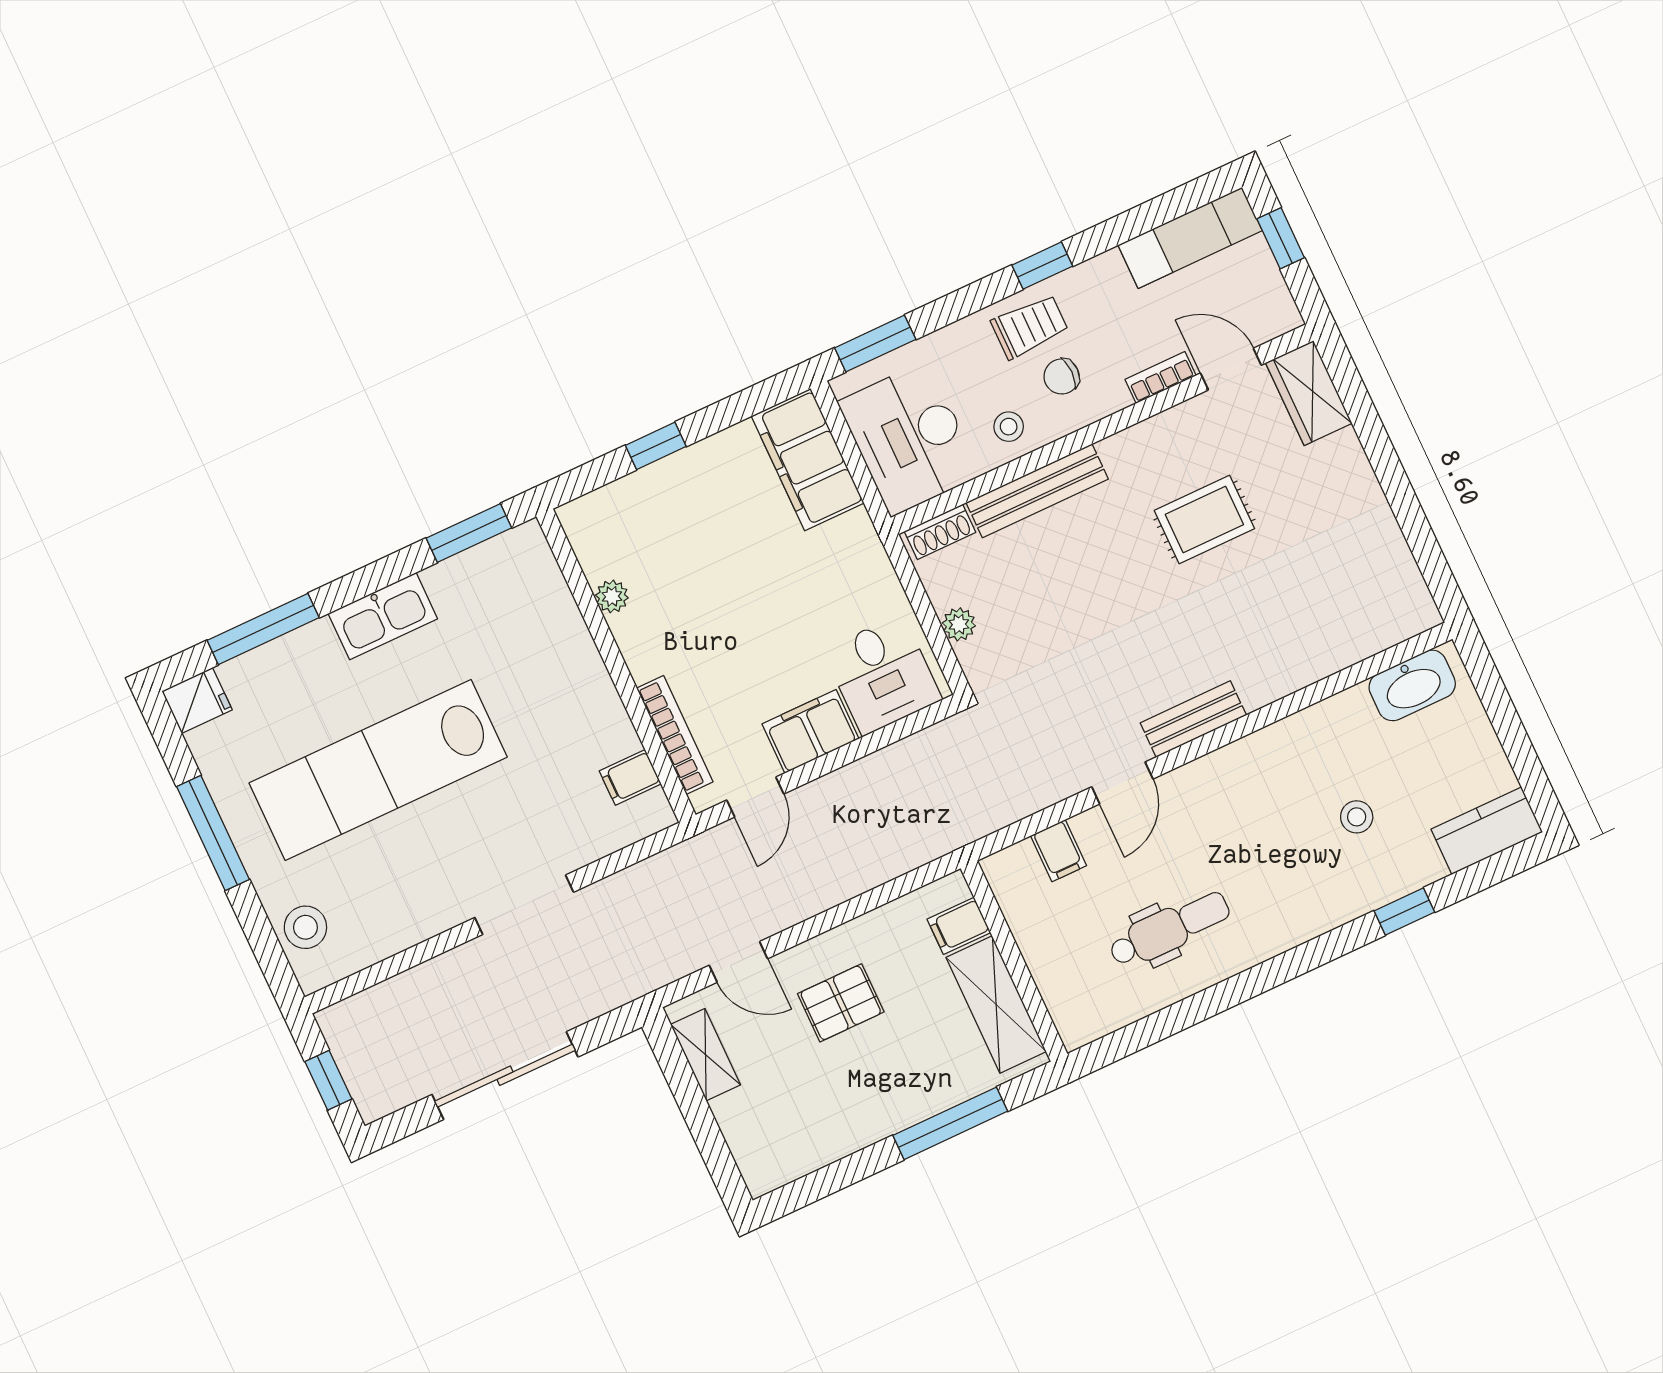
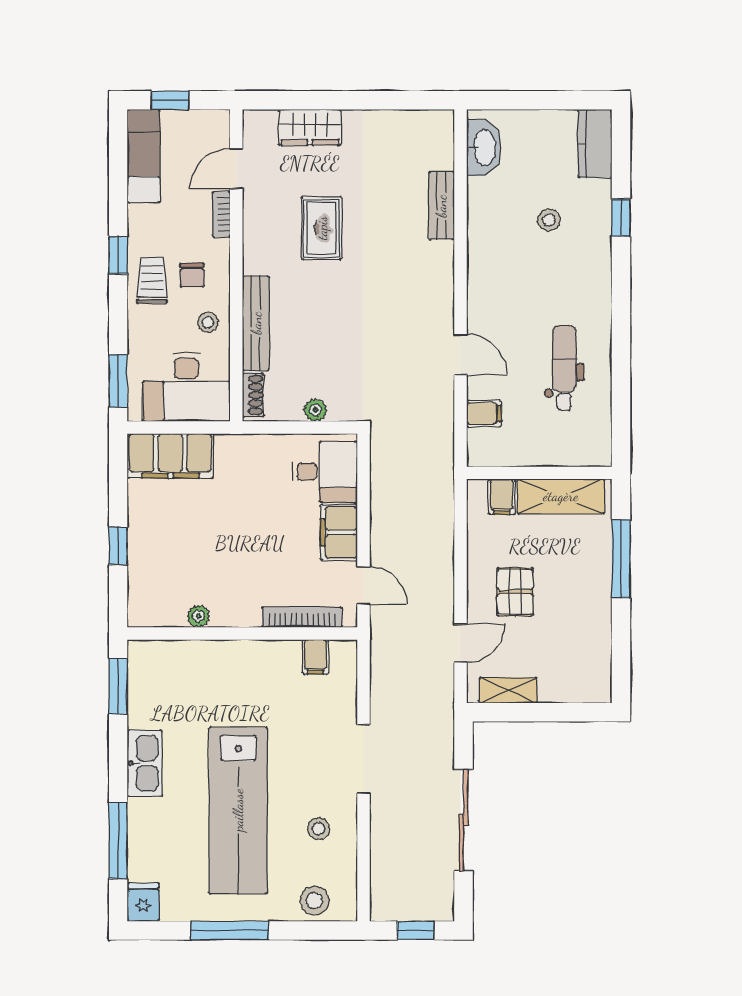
wardrobe: (1309, 393) -> (310, 127), moved
bench: (1193, 719) -> (441, 206), moved
stool: (404, 888) -> (319, 829), added

